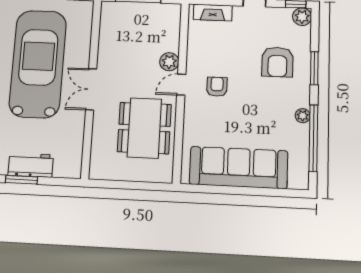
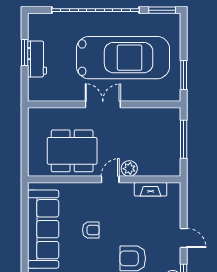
fireplace: (213, 13) -> (151, 189), moved, turned -90
door: (181, 85) -> (110, 179), hinge flipped
armchair: (217, 87) -> (91, 230), moved

